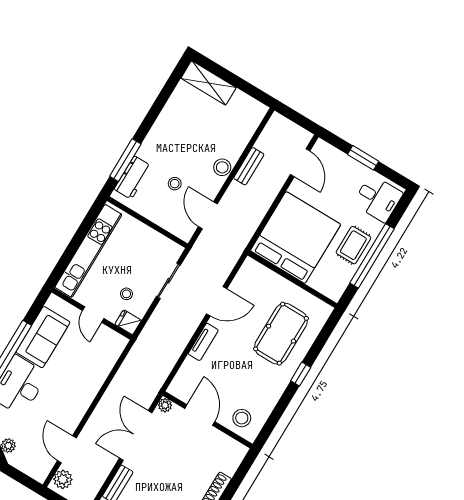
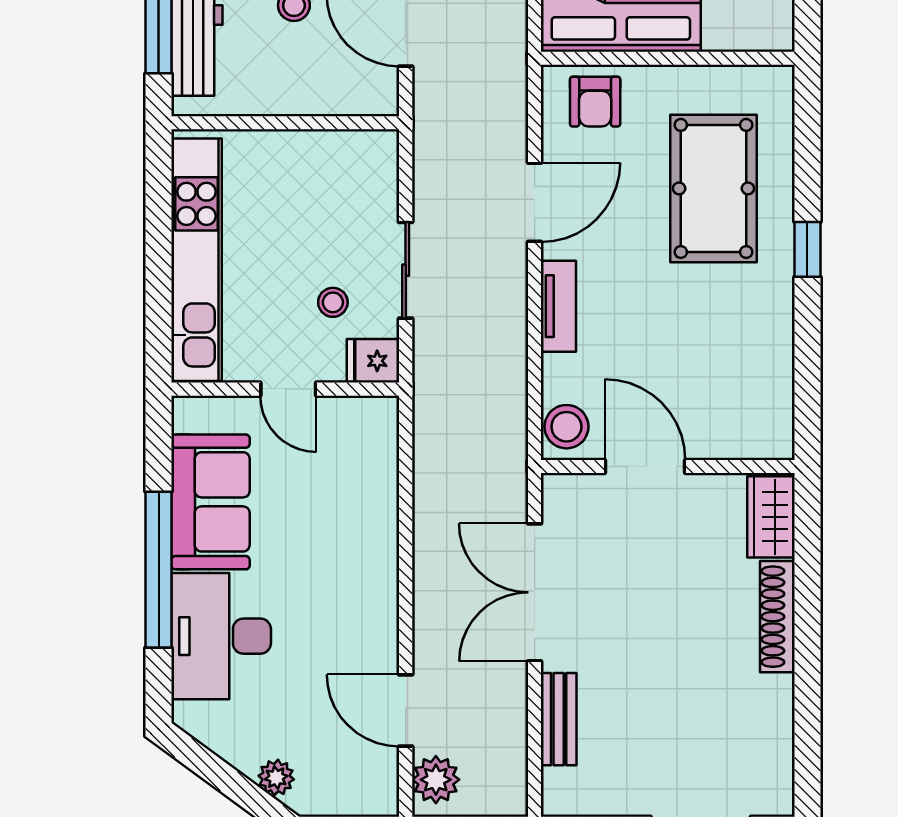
armchair: (258, 279) -> (595, 102), added
sliding door: (168, 281) -> (406, 270), moved
plant: (165, 405) -> (558, 490), removed
stool: (242, 418) -> (566, 427), moved
wardrobe: (233, 459) -> (771, 517), added

